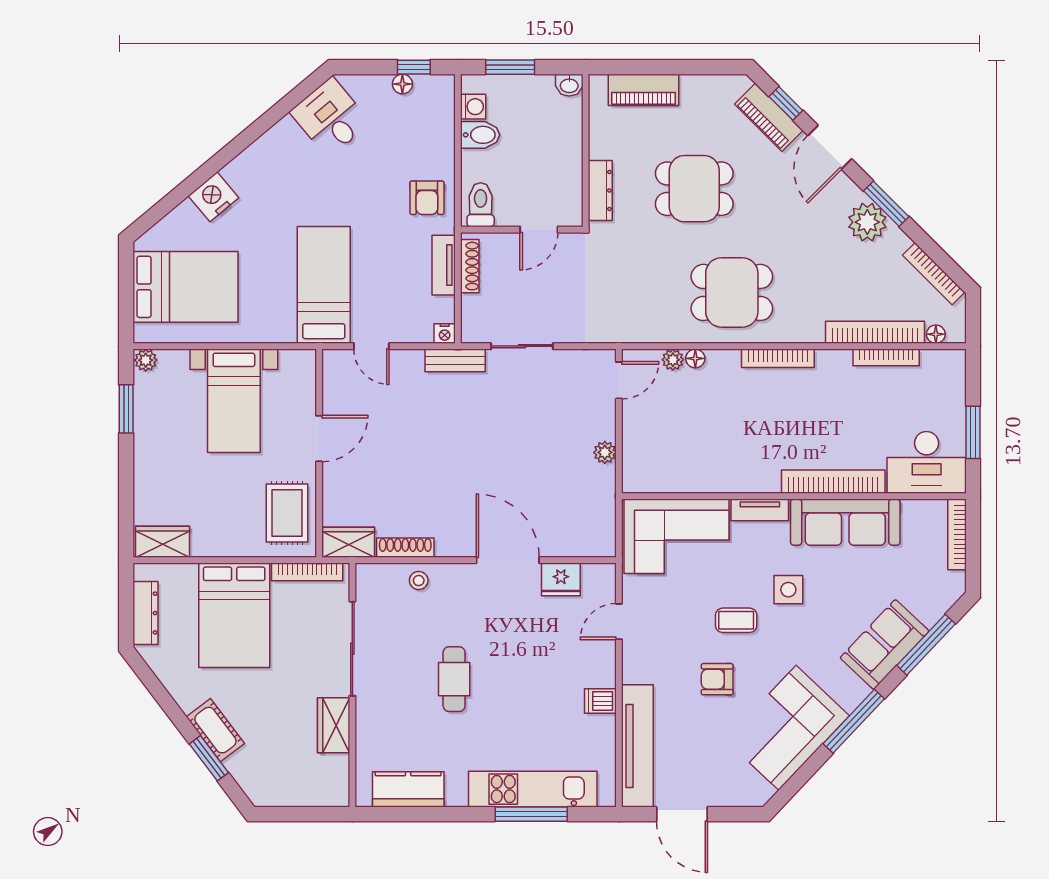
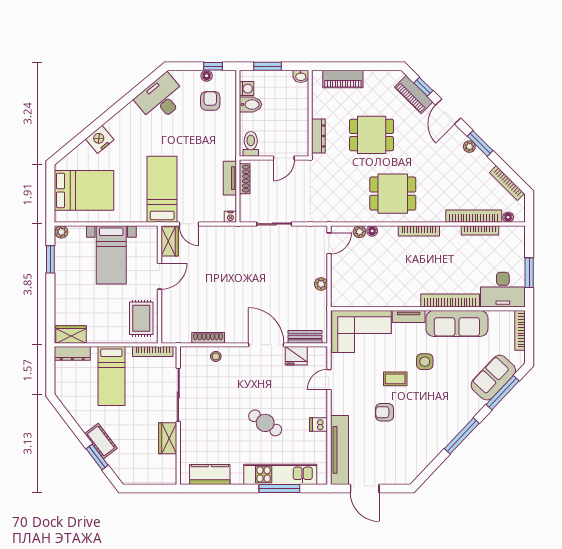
desk: (330, 117) -> (161, 98), width x1.37
armchair: (427, 198) -> (210, 101), moved, turned 180
plant: (867, 222) -> (469, 147), width x0.53, depth x0.53
bench: (455, 360) -> (305, 337), moved
wardrobe: (348, 542) -> (170, 241), moved, turned 90
dresser: (145, 613) -> (72, 353), moved, turned 90
bed: (234, 615) -> (111, 376), width x0.67
sofa: (885, 644) -> (493, 378), moved
cafe table: (454, 679) -> (265, 423), moved, turned -56
corner sofa: (787, 728) -> (424, 440), removed

